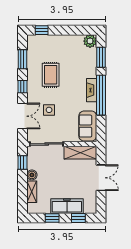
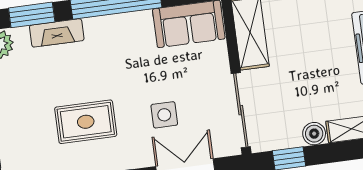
fireplace: (92, 90) -> (57, 33), moved

